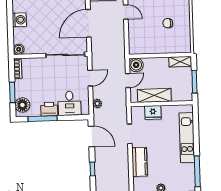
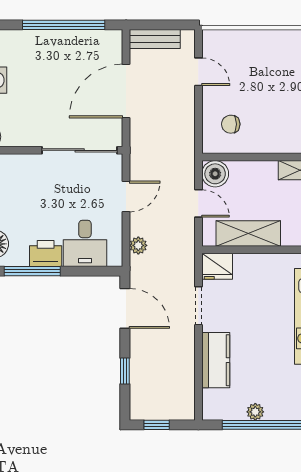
chair: (168, 23) -> (231, 124), moved
door: (128, 81) -> (198, 203), hinge flipped
fridge: (153, 113) -> (217, 266), moved

